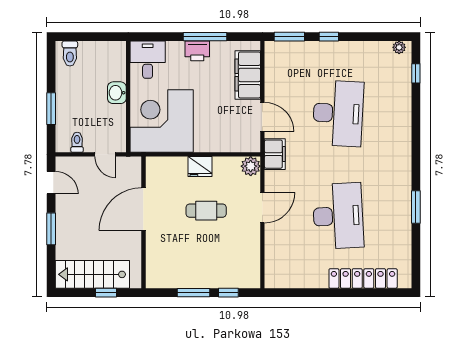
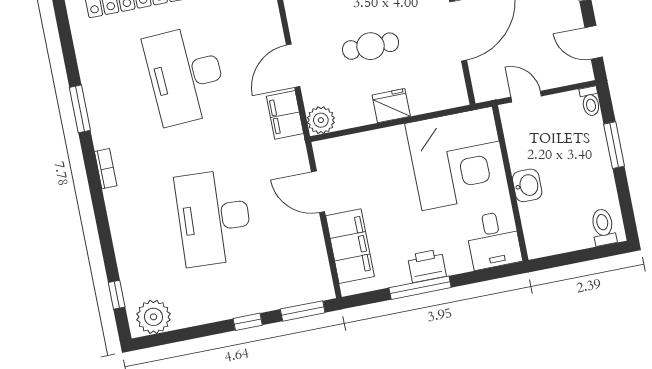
plant: (399, 47) -> (153, 317), width x1.88, depth x1.88
toilet: (77, 142) -> (590, 101), moved
filing cabinet: (275, 154) -> (285, 115), moved
bookcase: (406, 162) -> (106, 169), added

